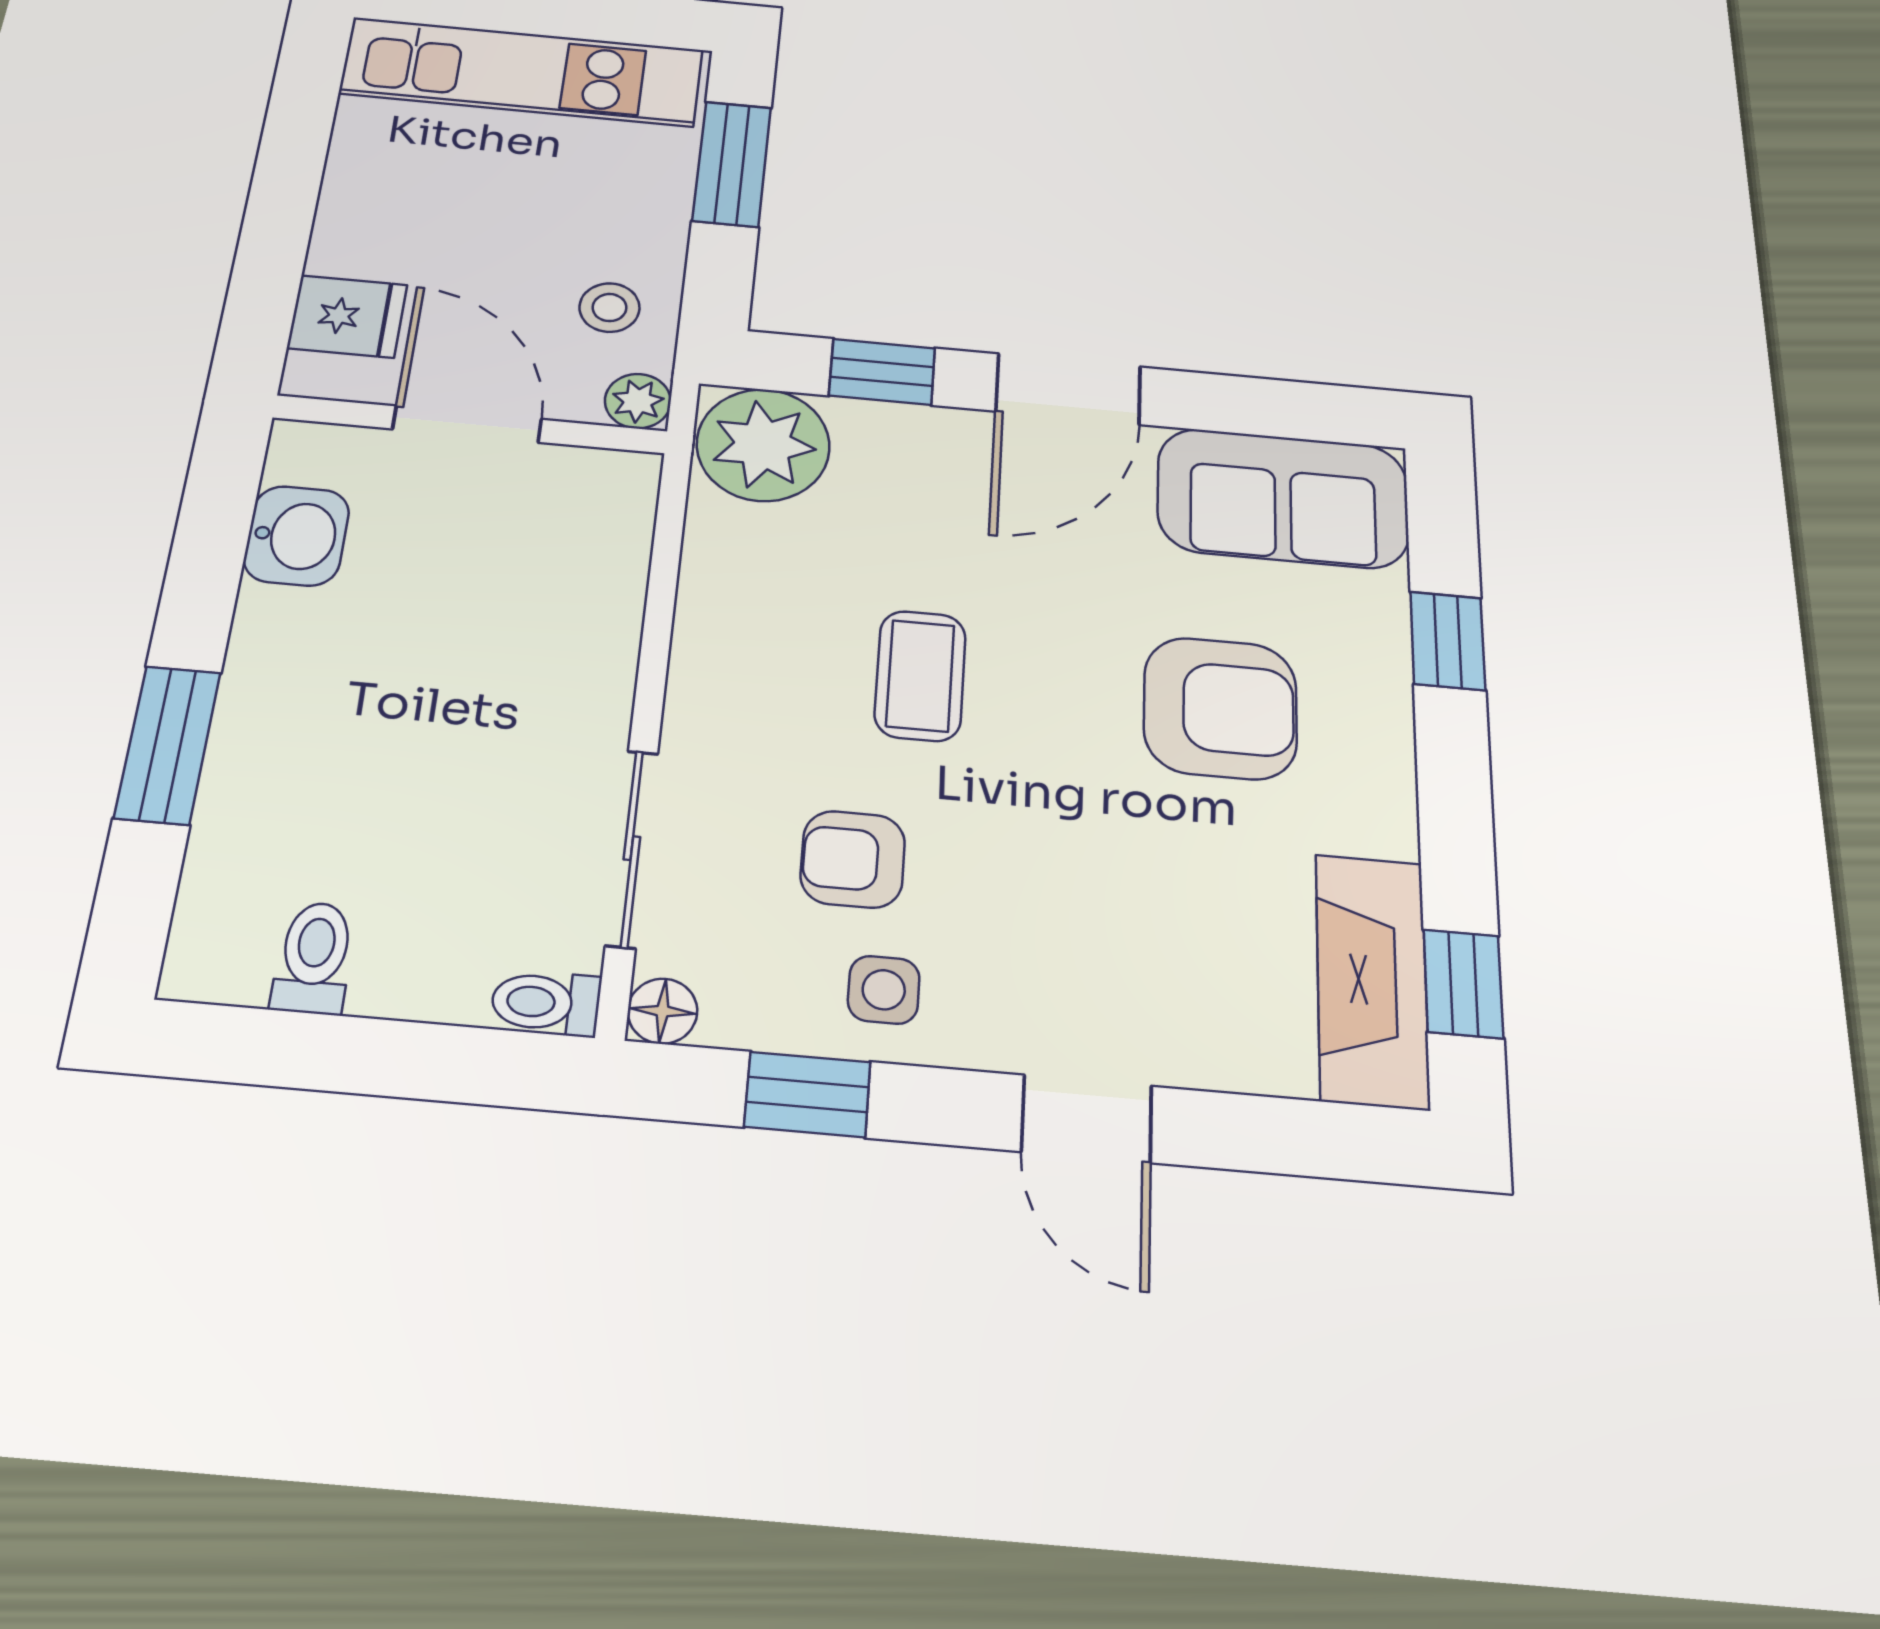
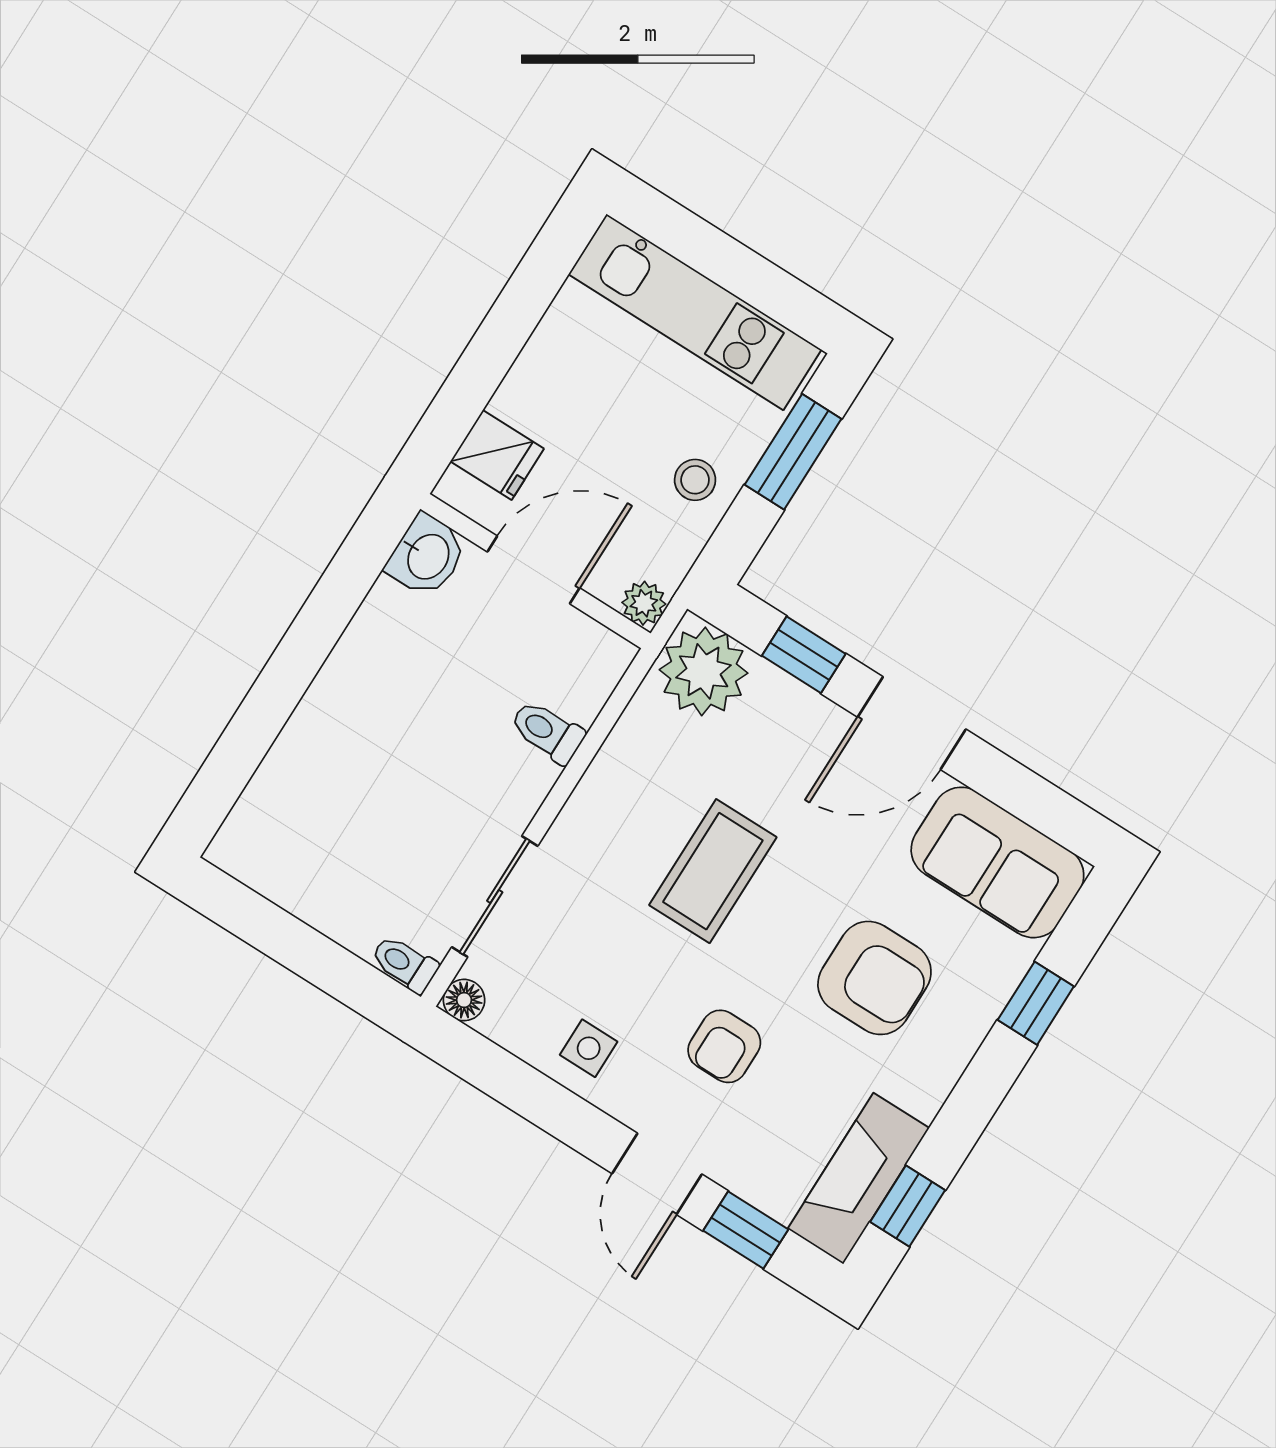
stool: (609, 308) -> (695, 480), moved
door: (467, 424) -> (534, 570), hinge flipped
washbasin: (297, 536) -> (427, 556), moved
coffee table: (920, 676) -> (713, 871), width x1.36, depth x1.30
window: (168, 745) -> (269, 704), removed
armchair: (853, 859) -> (724, 1046), moved, turned -90
toilet: (314, 958) -> (547, 732), moved, turned -90
window: (807, 1094) -> (746, 1230), moved

